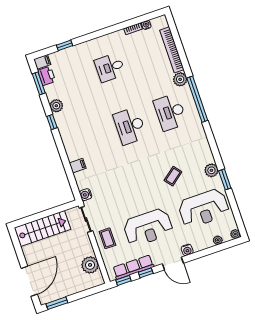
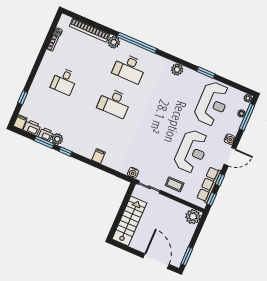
window: (39, 83) -> (44, 142), moved
printer: (51, 92) -> (46, 134), added
filing cabinet: (78, 166) -> (99, 156), moved
plant: (211, 170) -> (177, 69), moved
coffee table: (173, 176) -> (173, 105), removed
window: (219, 248) -> (247, 117), added
plant: (90, 265) -> (193, 217), moved

